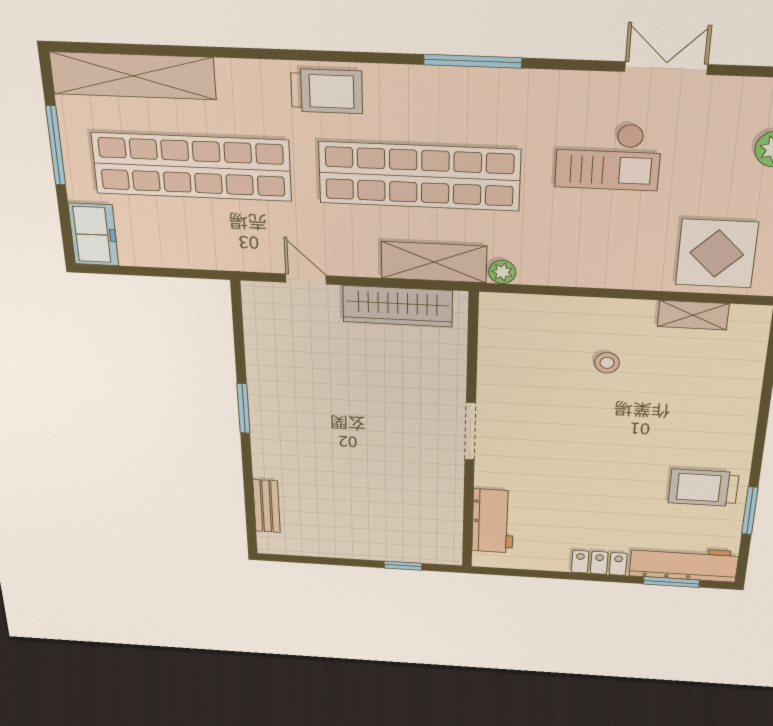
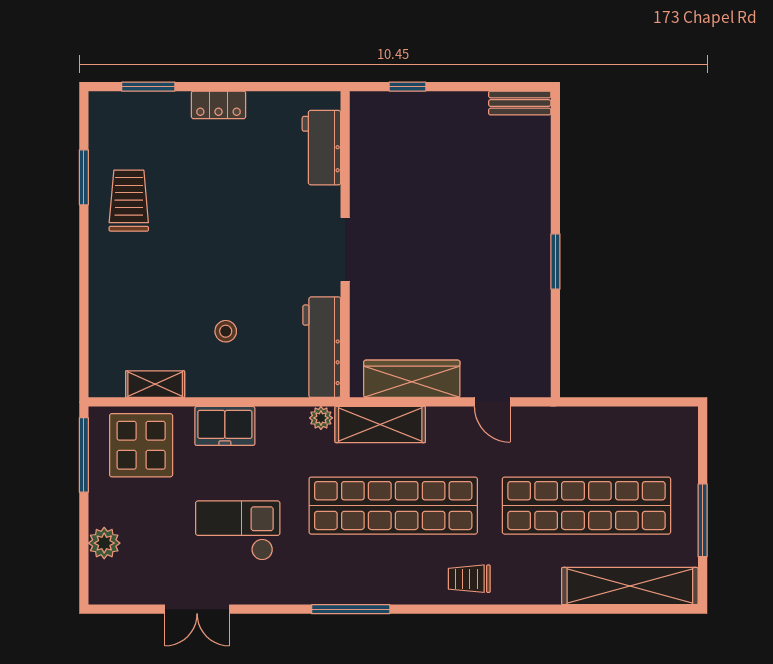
trolley: (327, 91) -> (469, 579), width x0.73, depth x0.72
freezer: (94, 235) -> (225, 426), moved, turned -90
trolley: (703, 488) -> (129, 201), turned -90
bench: (267, 506) -> (520, 103), moved, turned 90
workbench: (684, 564) -> (322, 347), moved, turned 90

